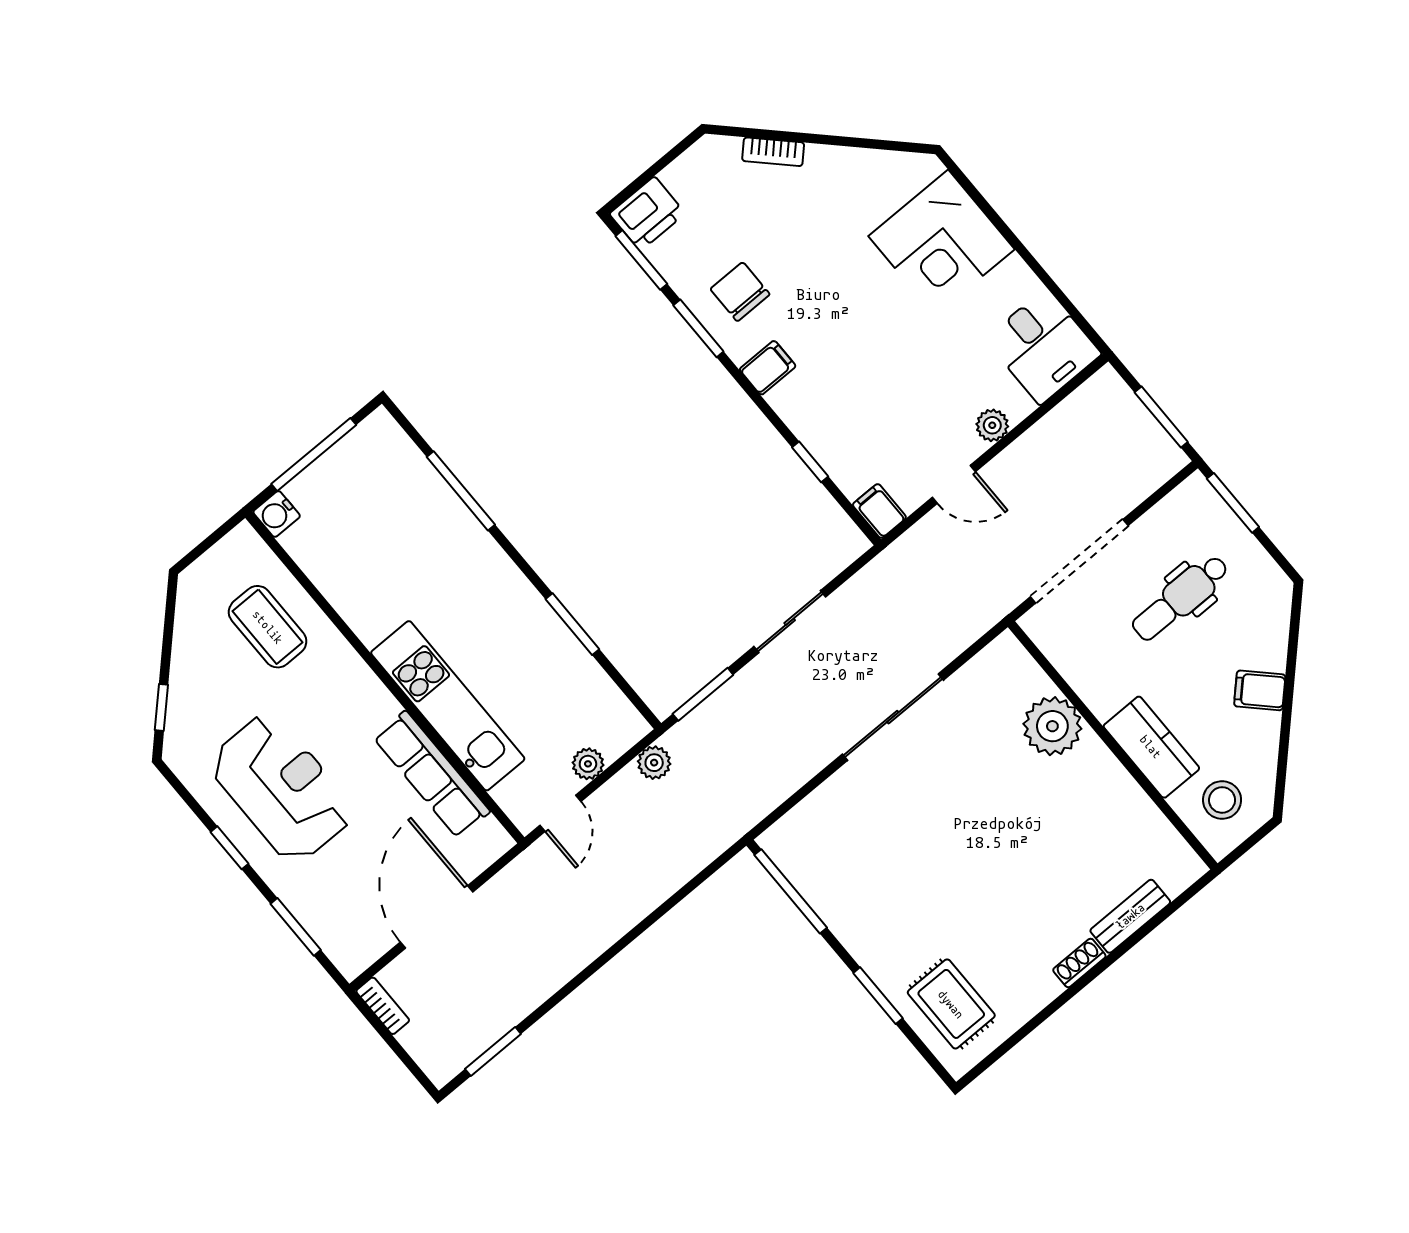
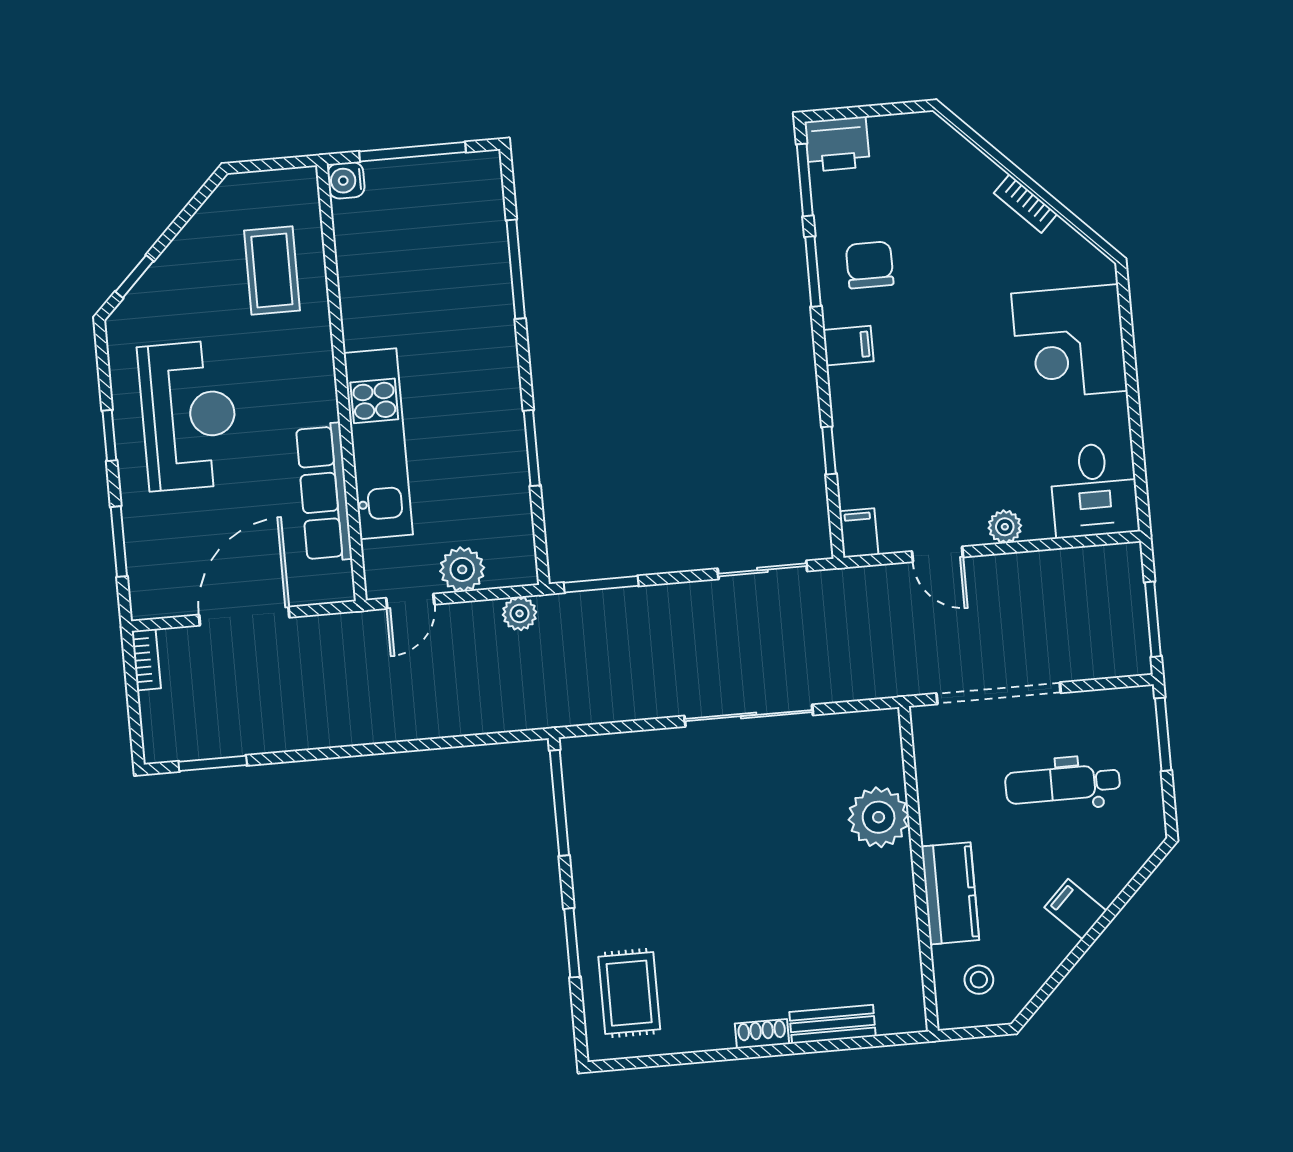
bookcase: (773, 152) -> (1025, 204), moved
sliding door: (790, 622) -> (762, 570), moved
plant: (588, 764) -> (462, 569), width x1.38, depth x1.38
stool: (1222, 800) -> (979, 980), width x0.73, depth x0.73

